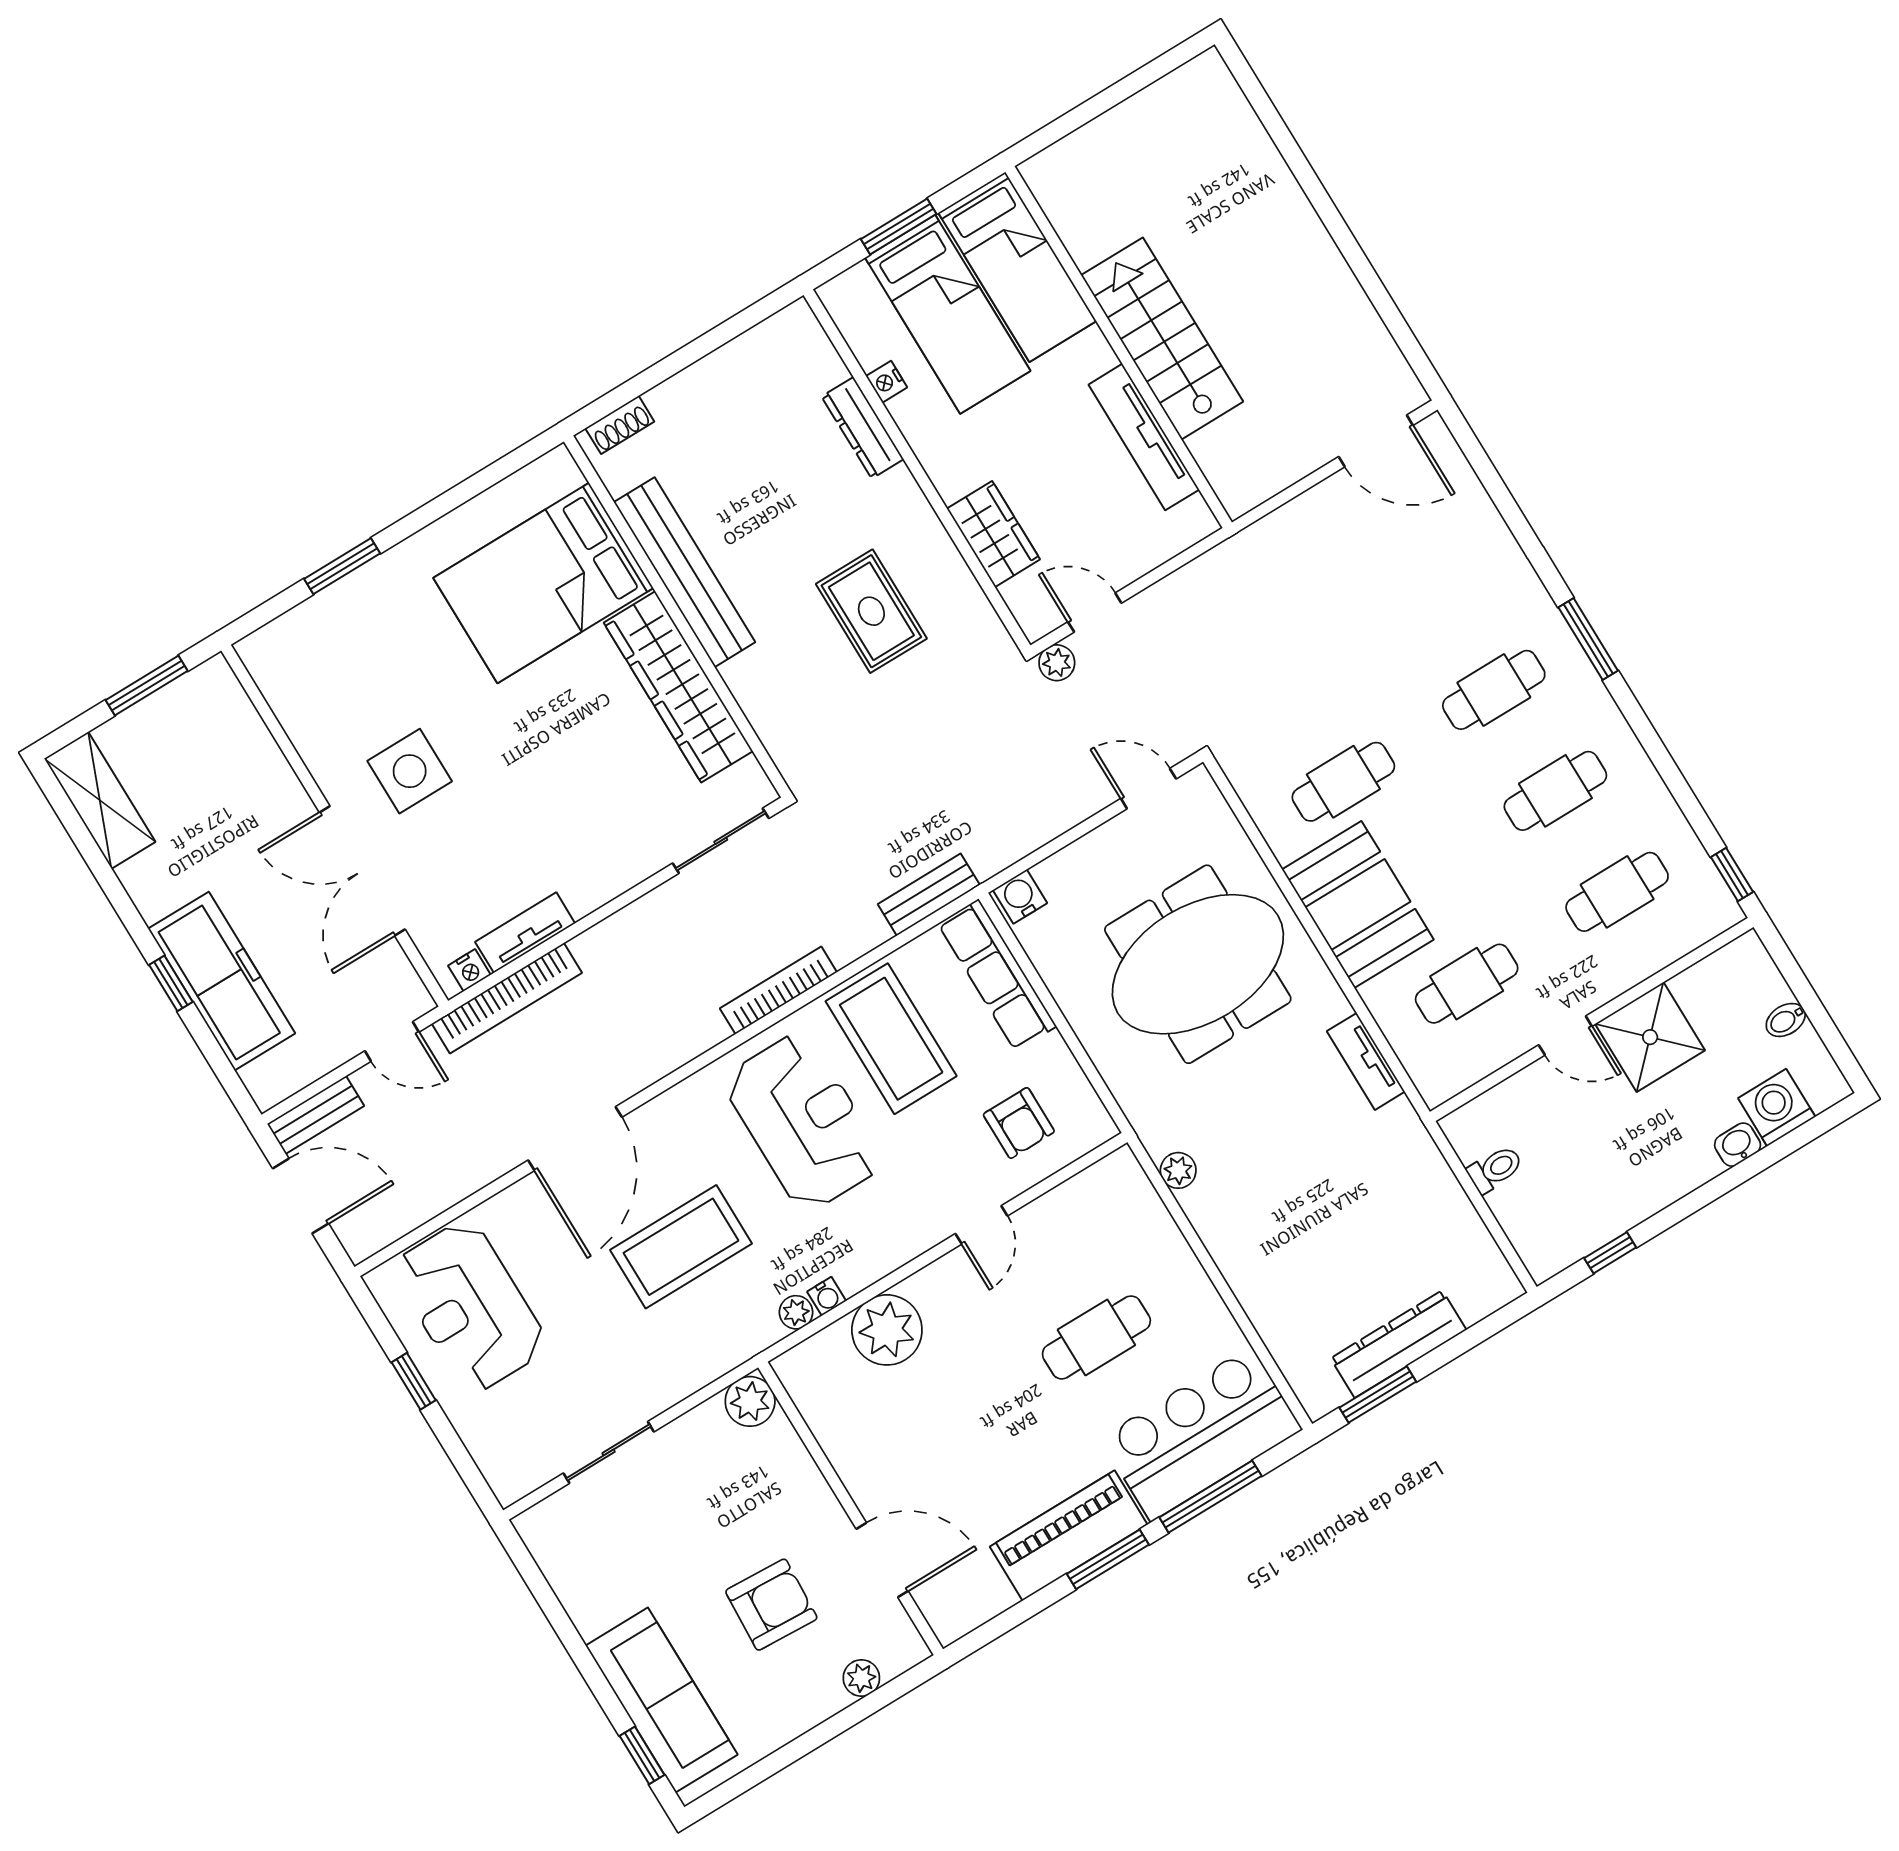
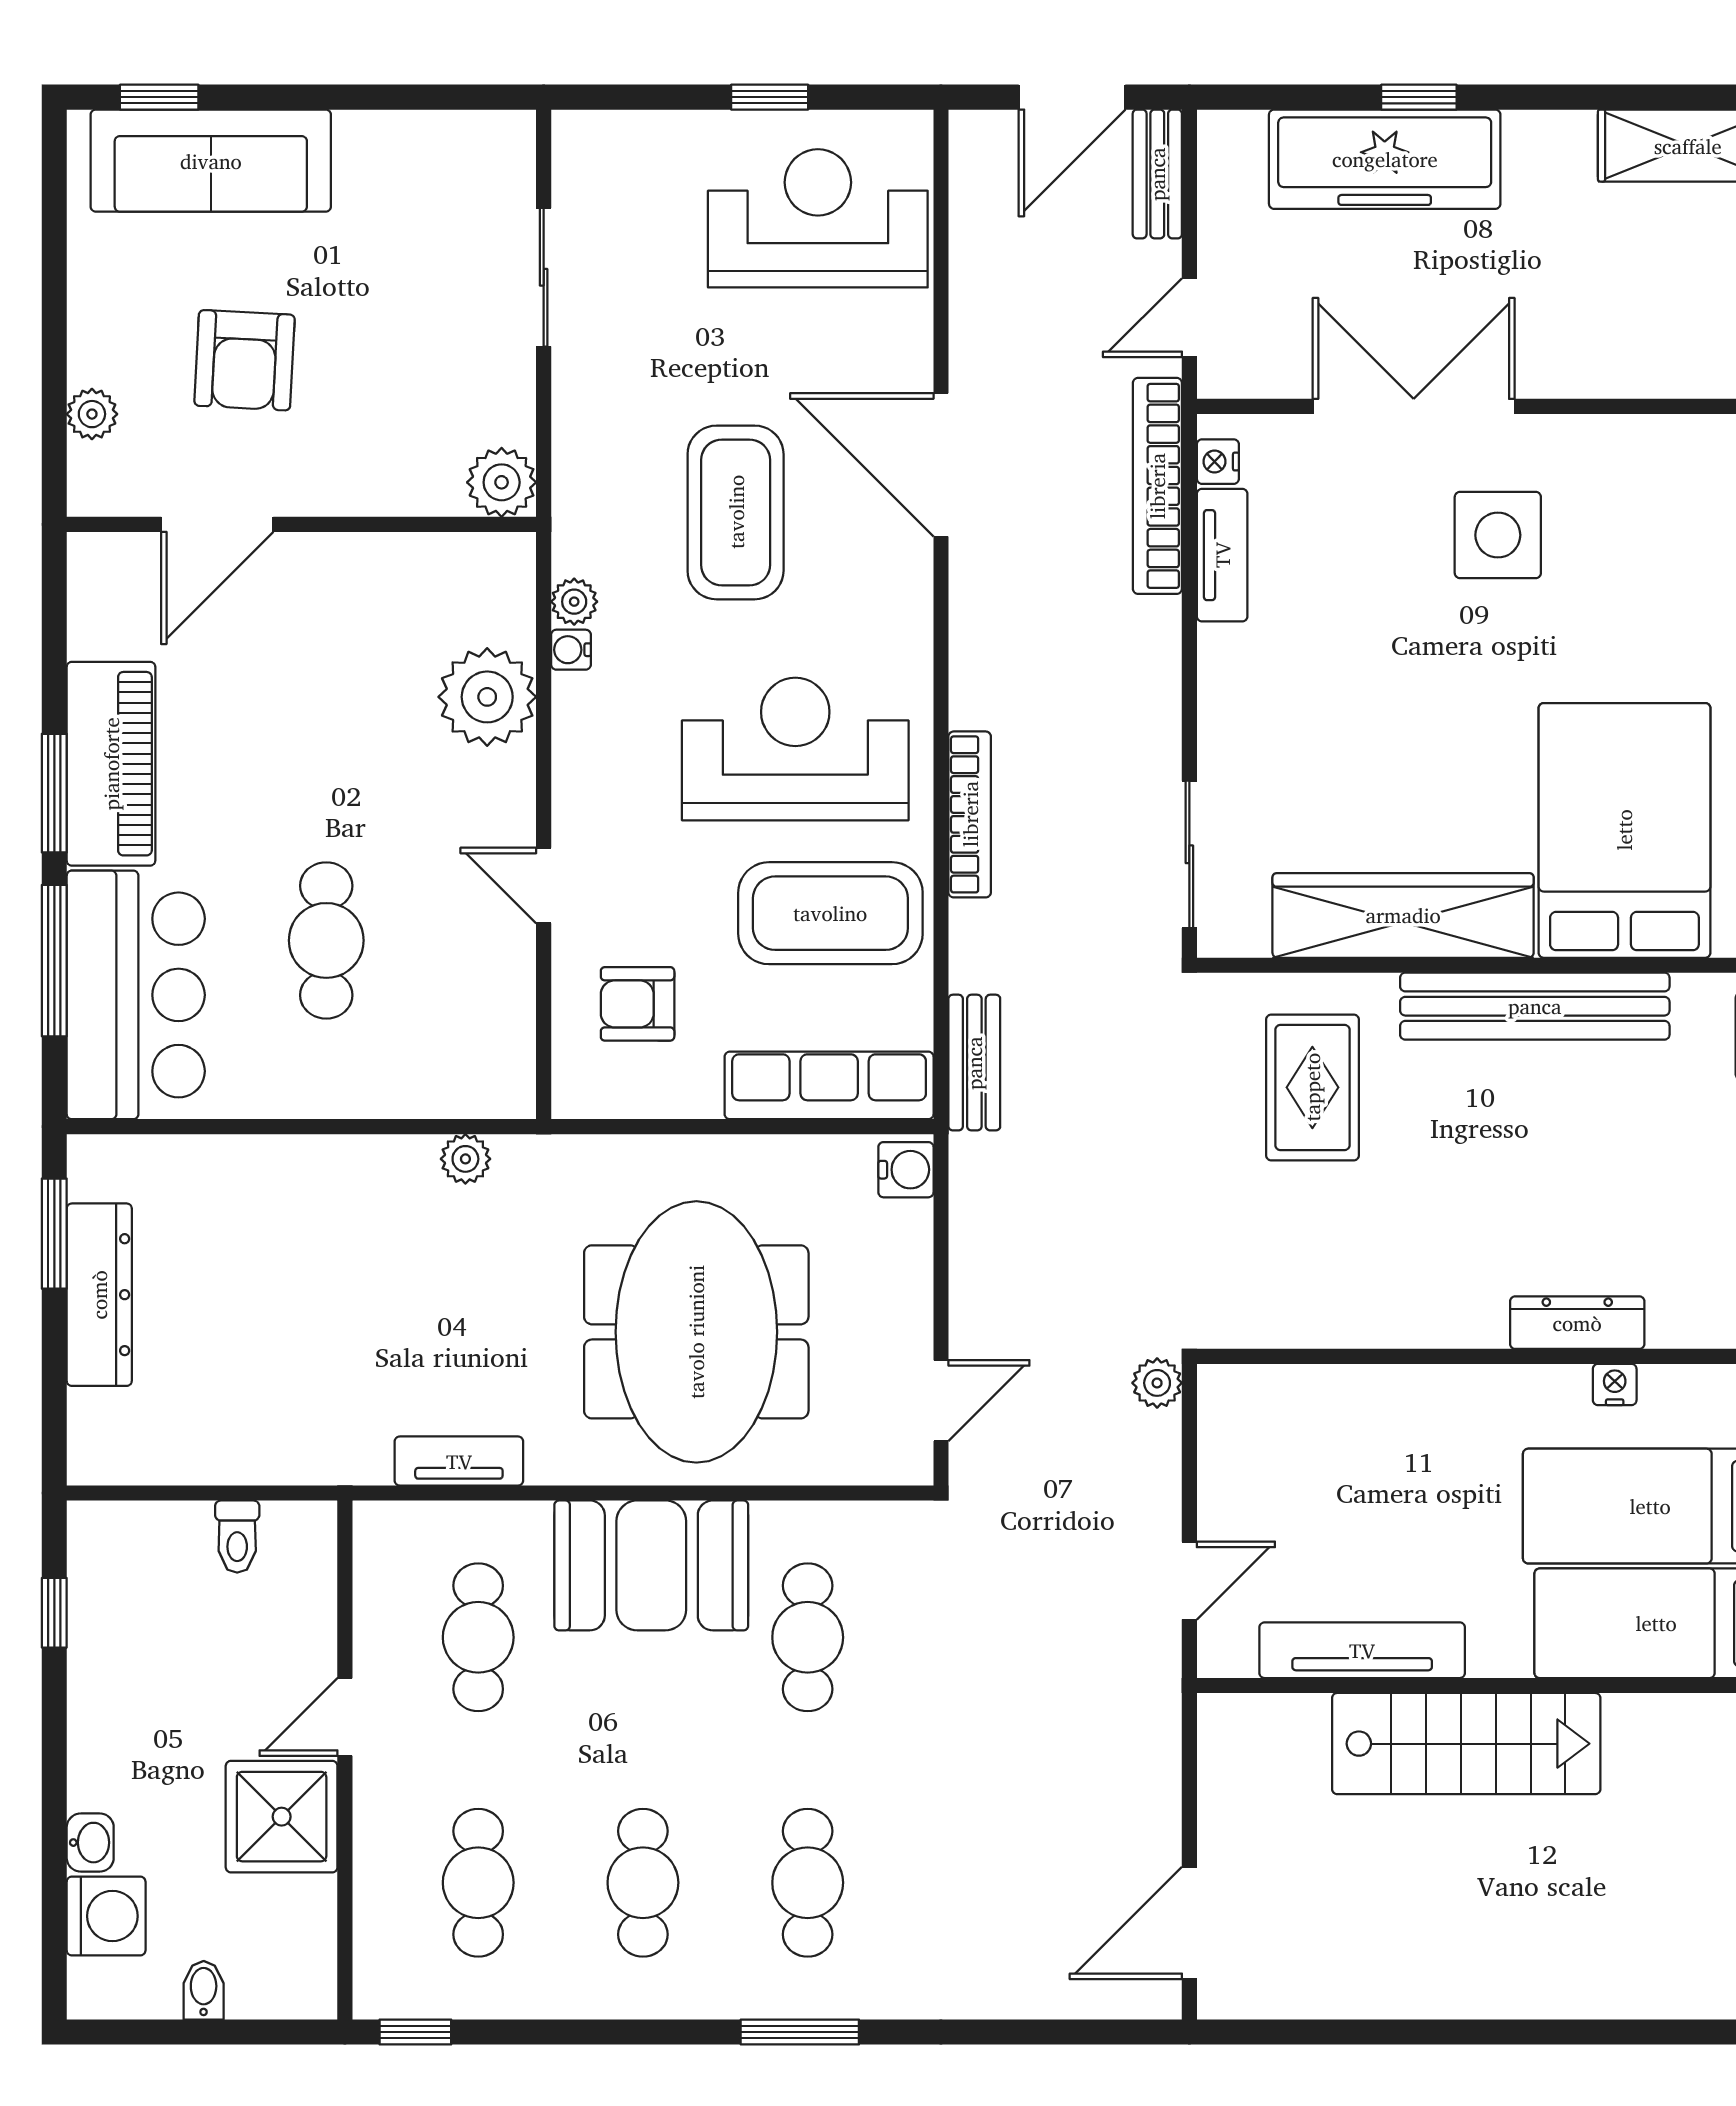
wardrobe: (993, 534) -> (1356, 1401), removed
rug: (871, 611) -> (1312, 1087), moved, turned 90
door: (1095, 612) -> (1189, 1581), moved
reception desk: (804, 1122) -> (795, 749), turned 180

